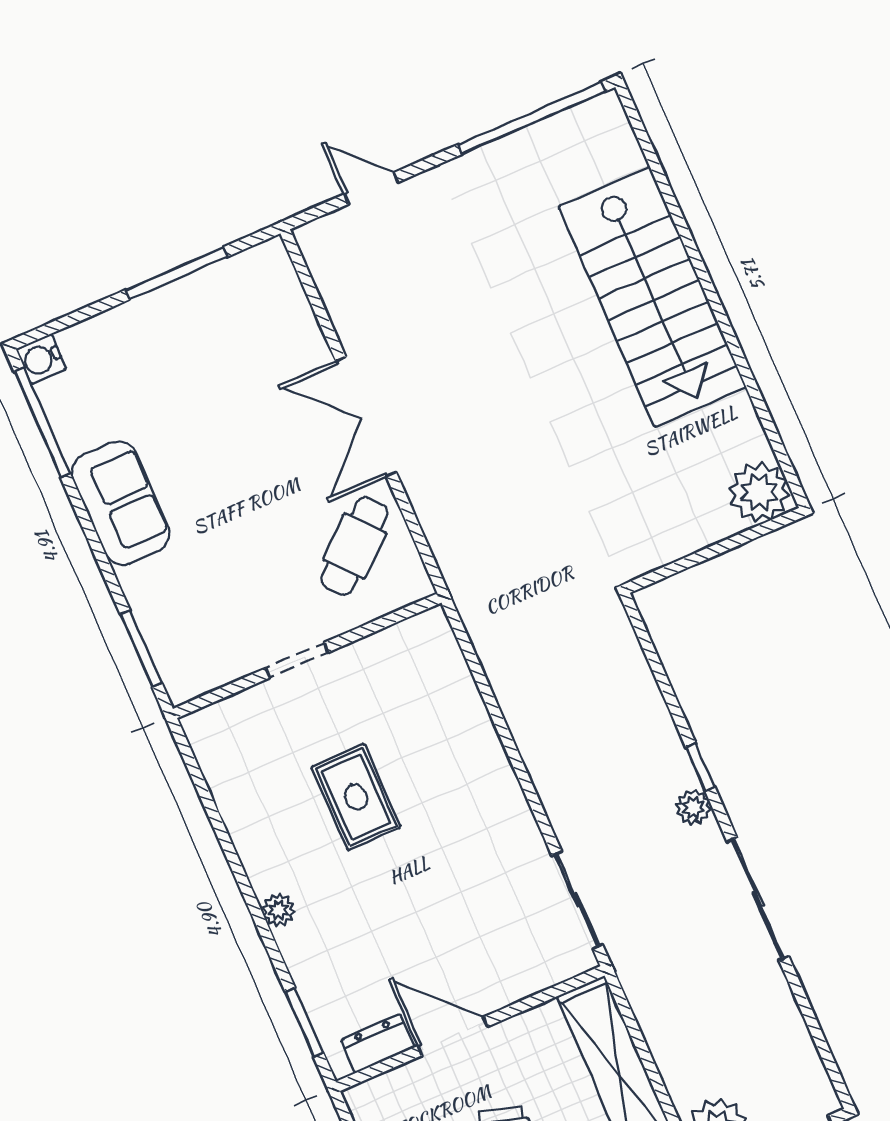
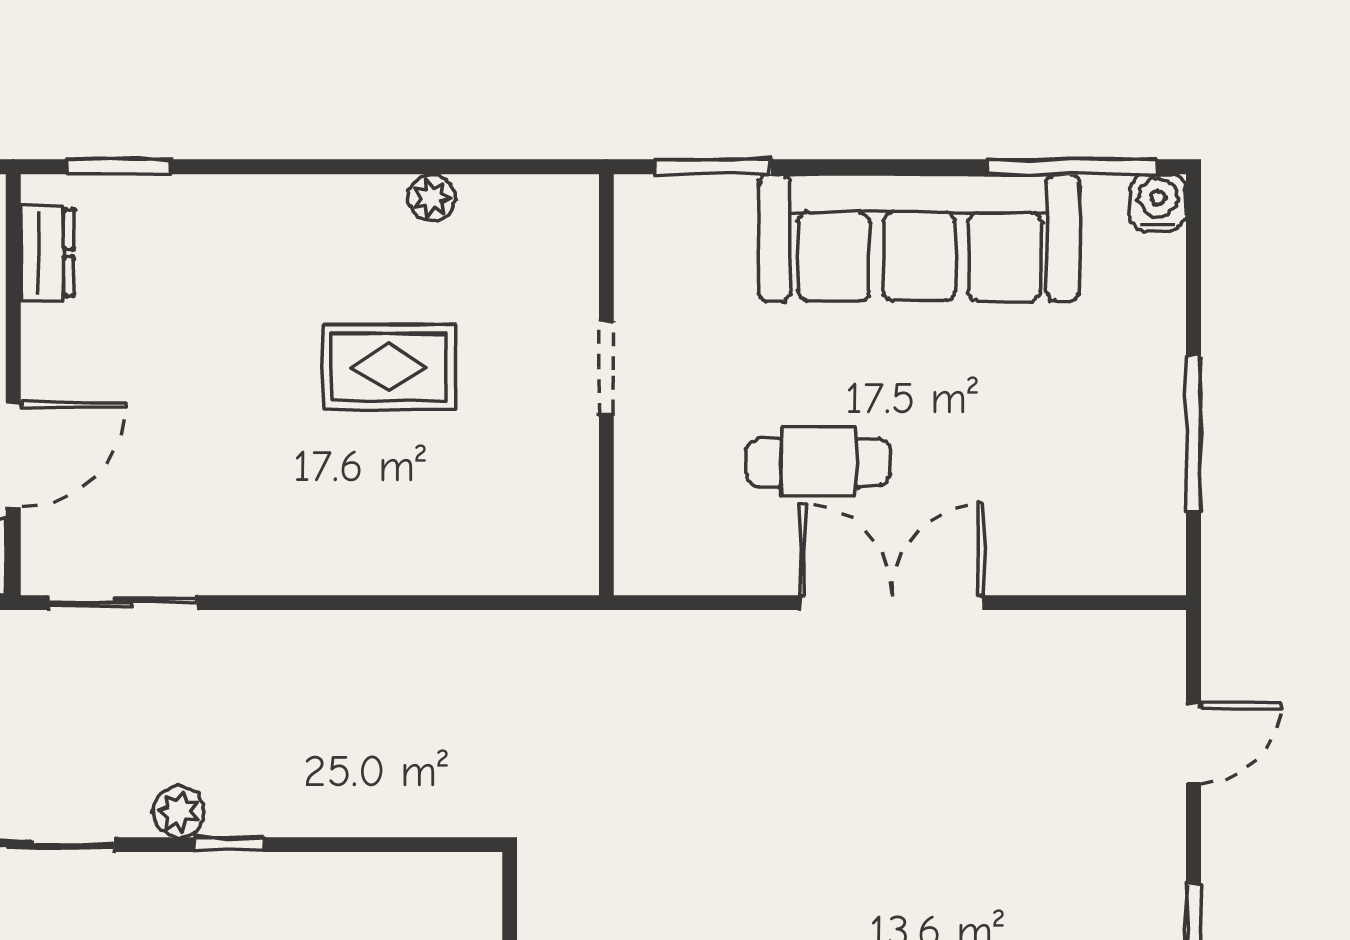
sofa: (120, 503) -> (919, 238), width x1.85, depth x1.27
cafe table: (355, 546) -> (818, 462), moved, turned -49
plant: (278, 910) -> (432, 198), moved
door: (453, 1036) -> (13, 455), moved

